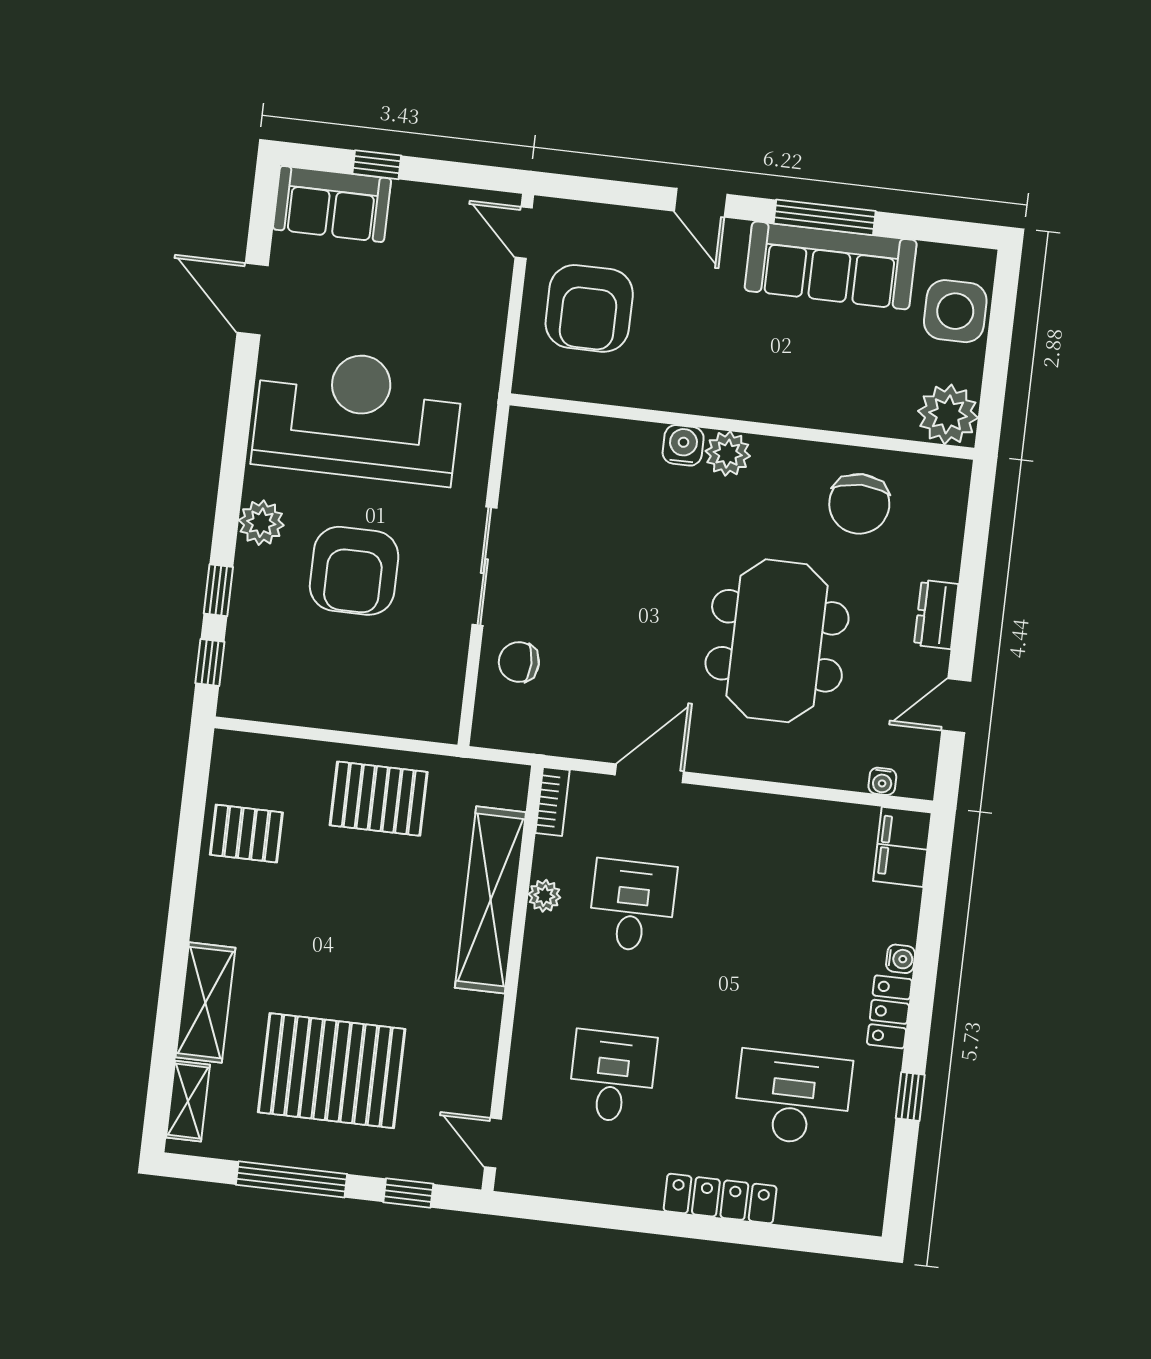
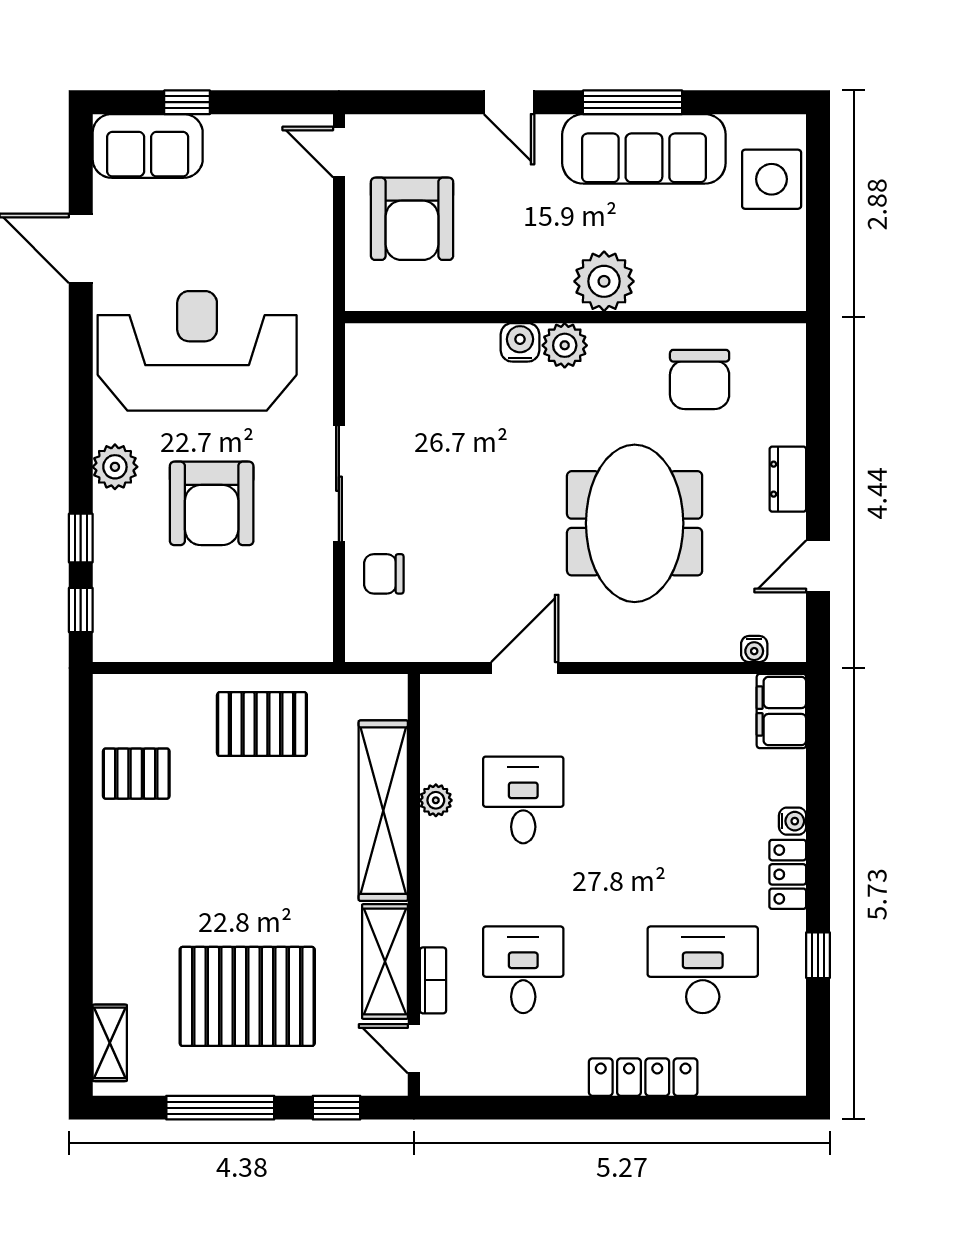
plant: (948, 414) -> (604, 281), moved
bookcase: (553, 801) -> (433, 980), moved
shelving: (205, 1003) -> (385, 962), moved

